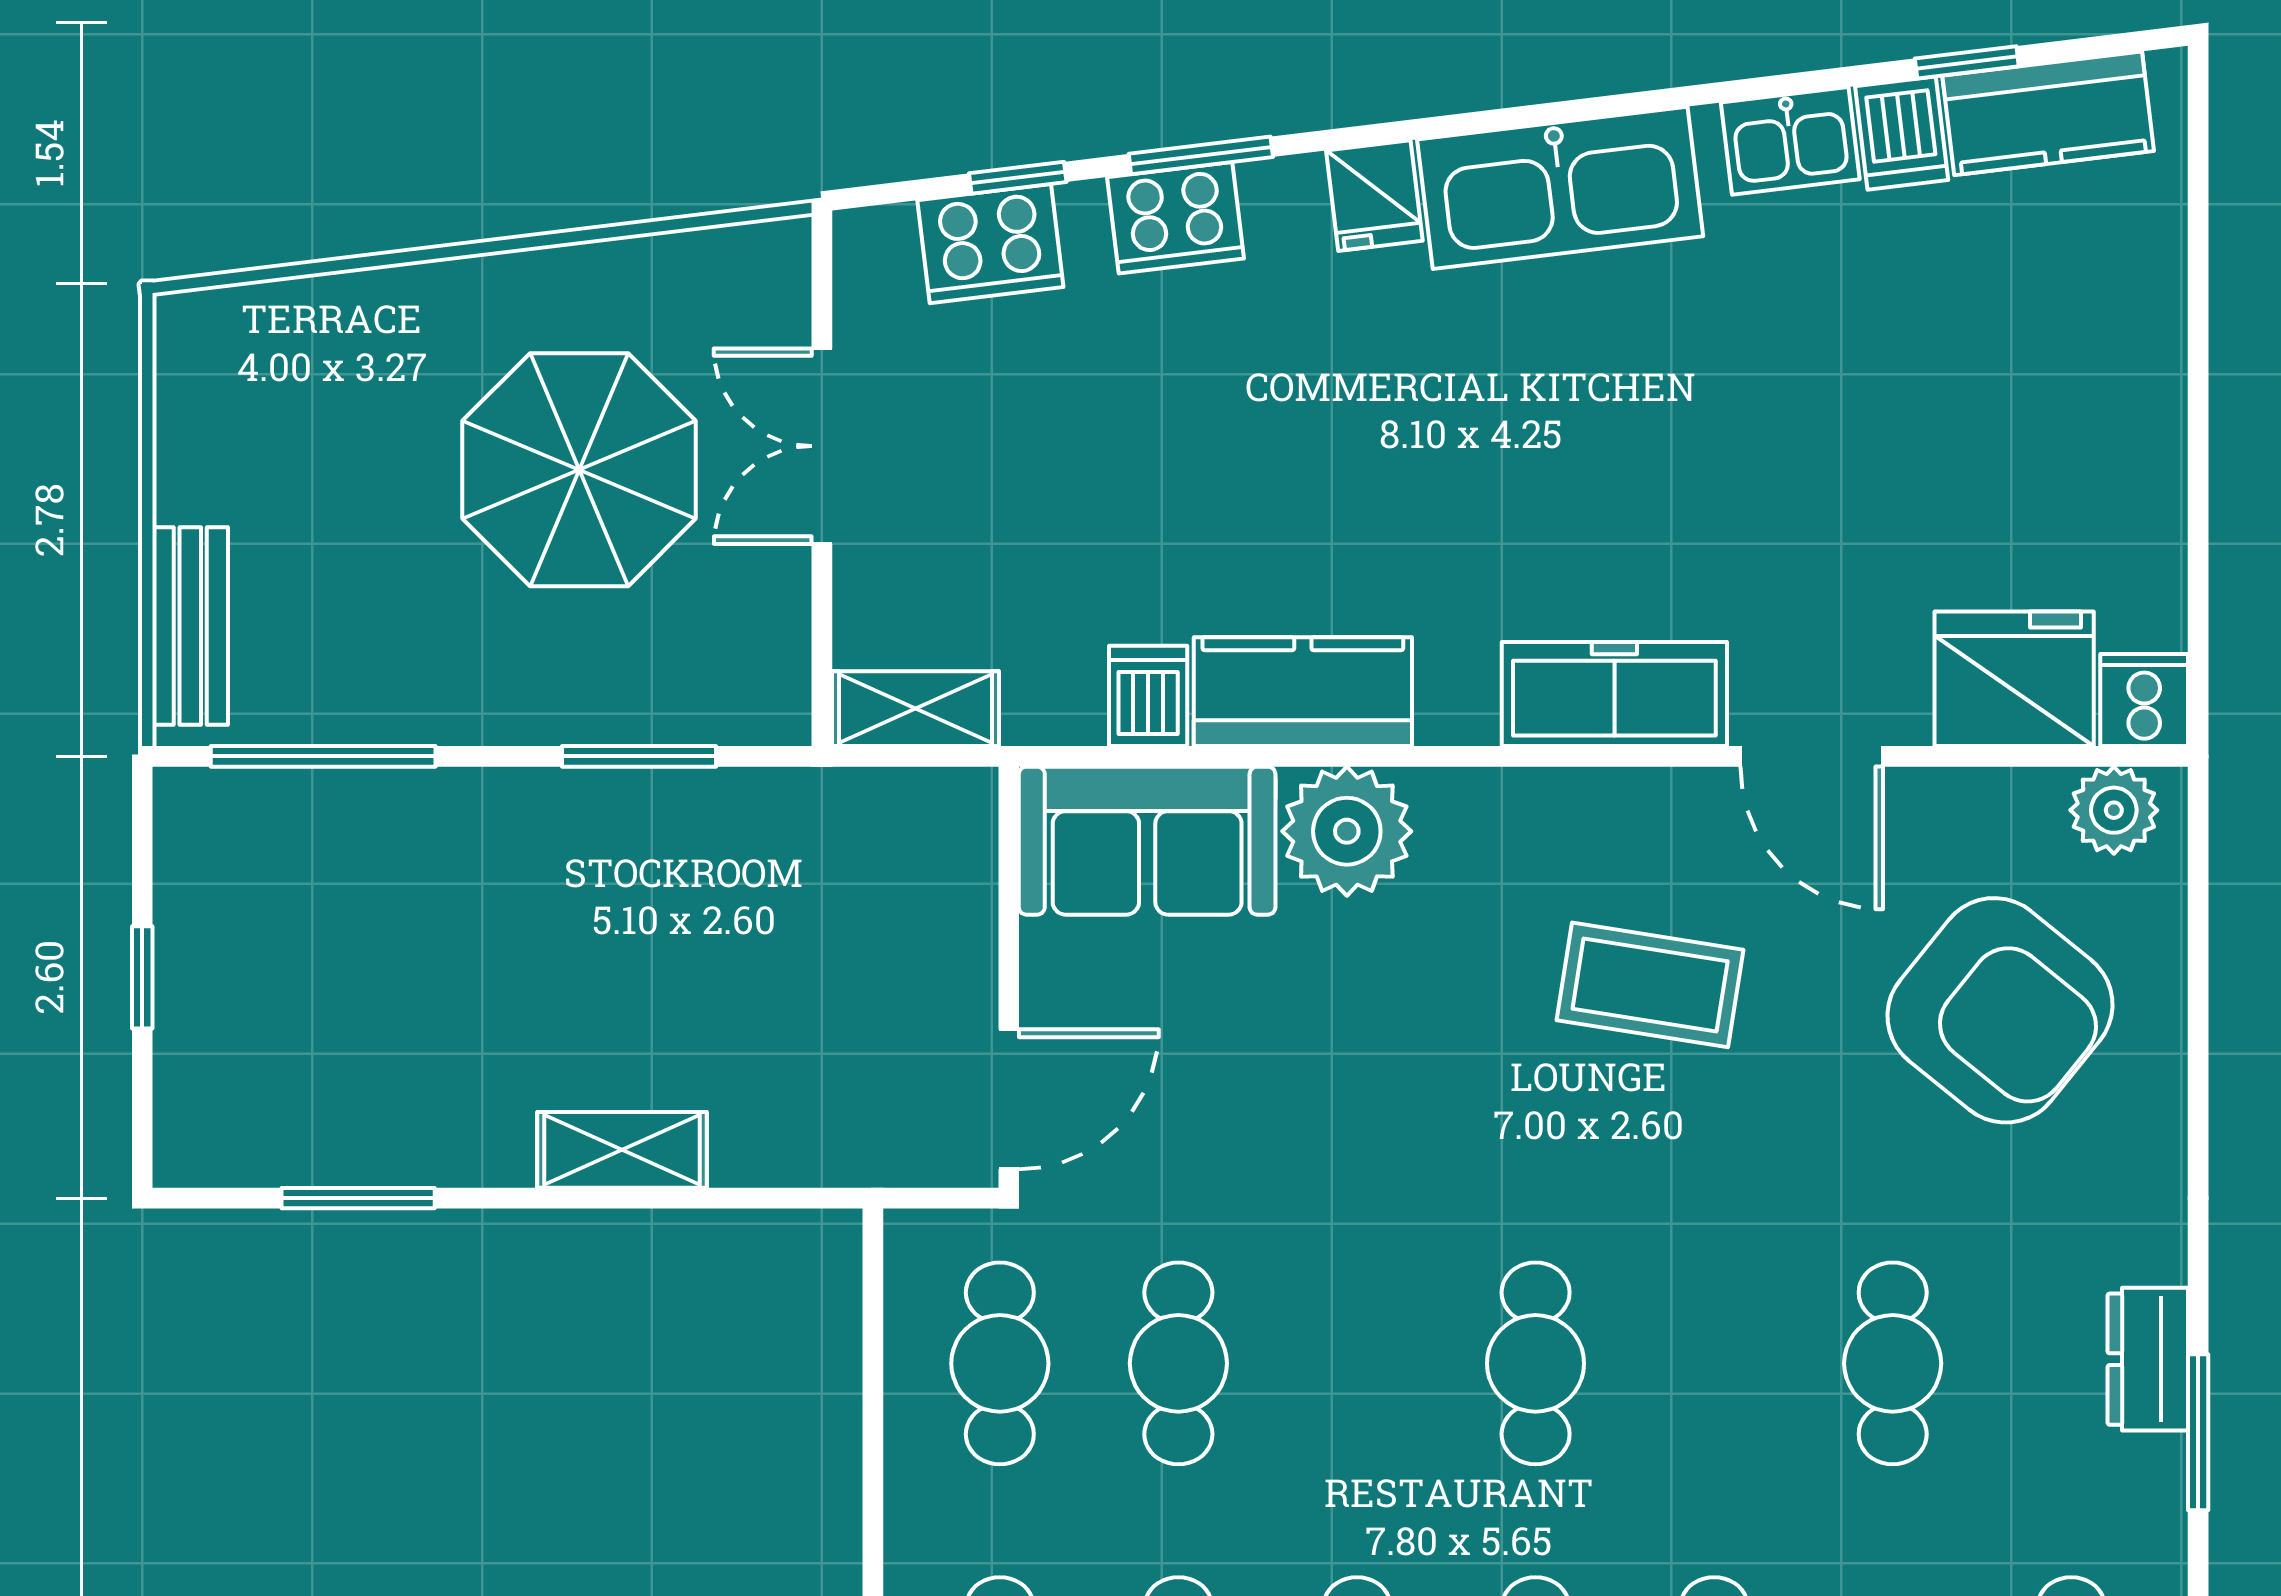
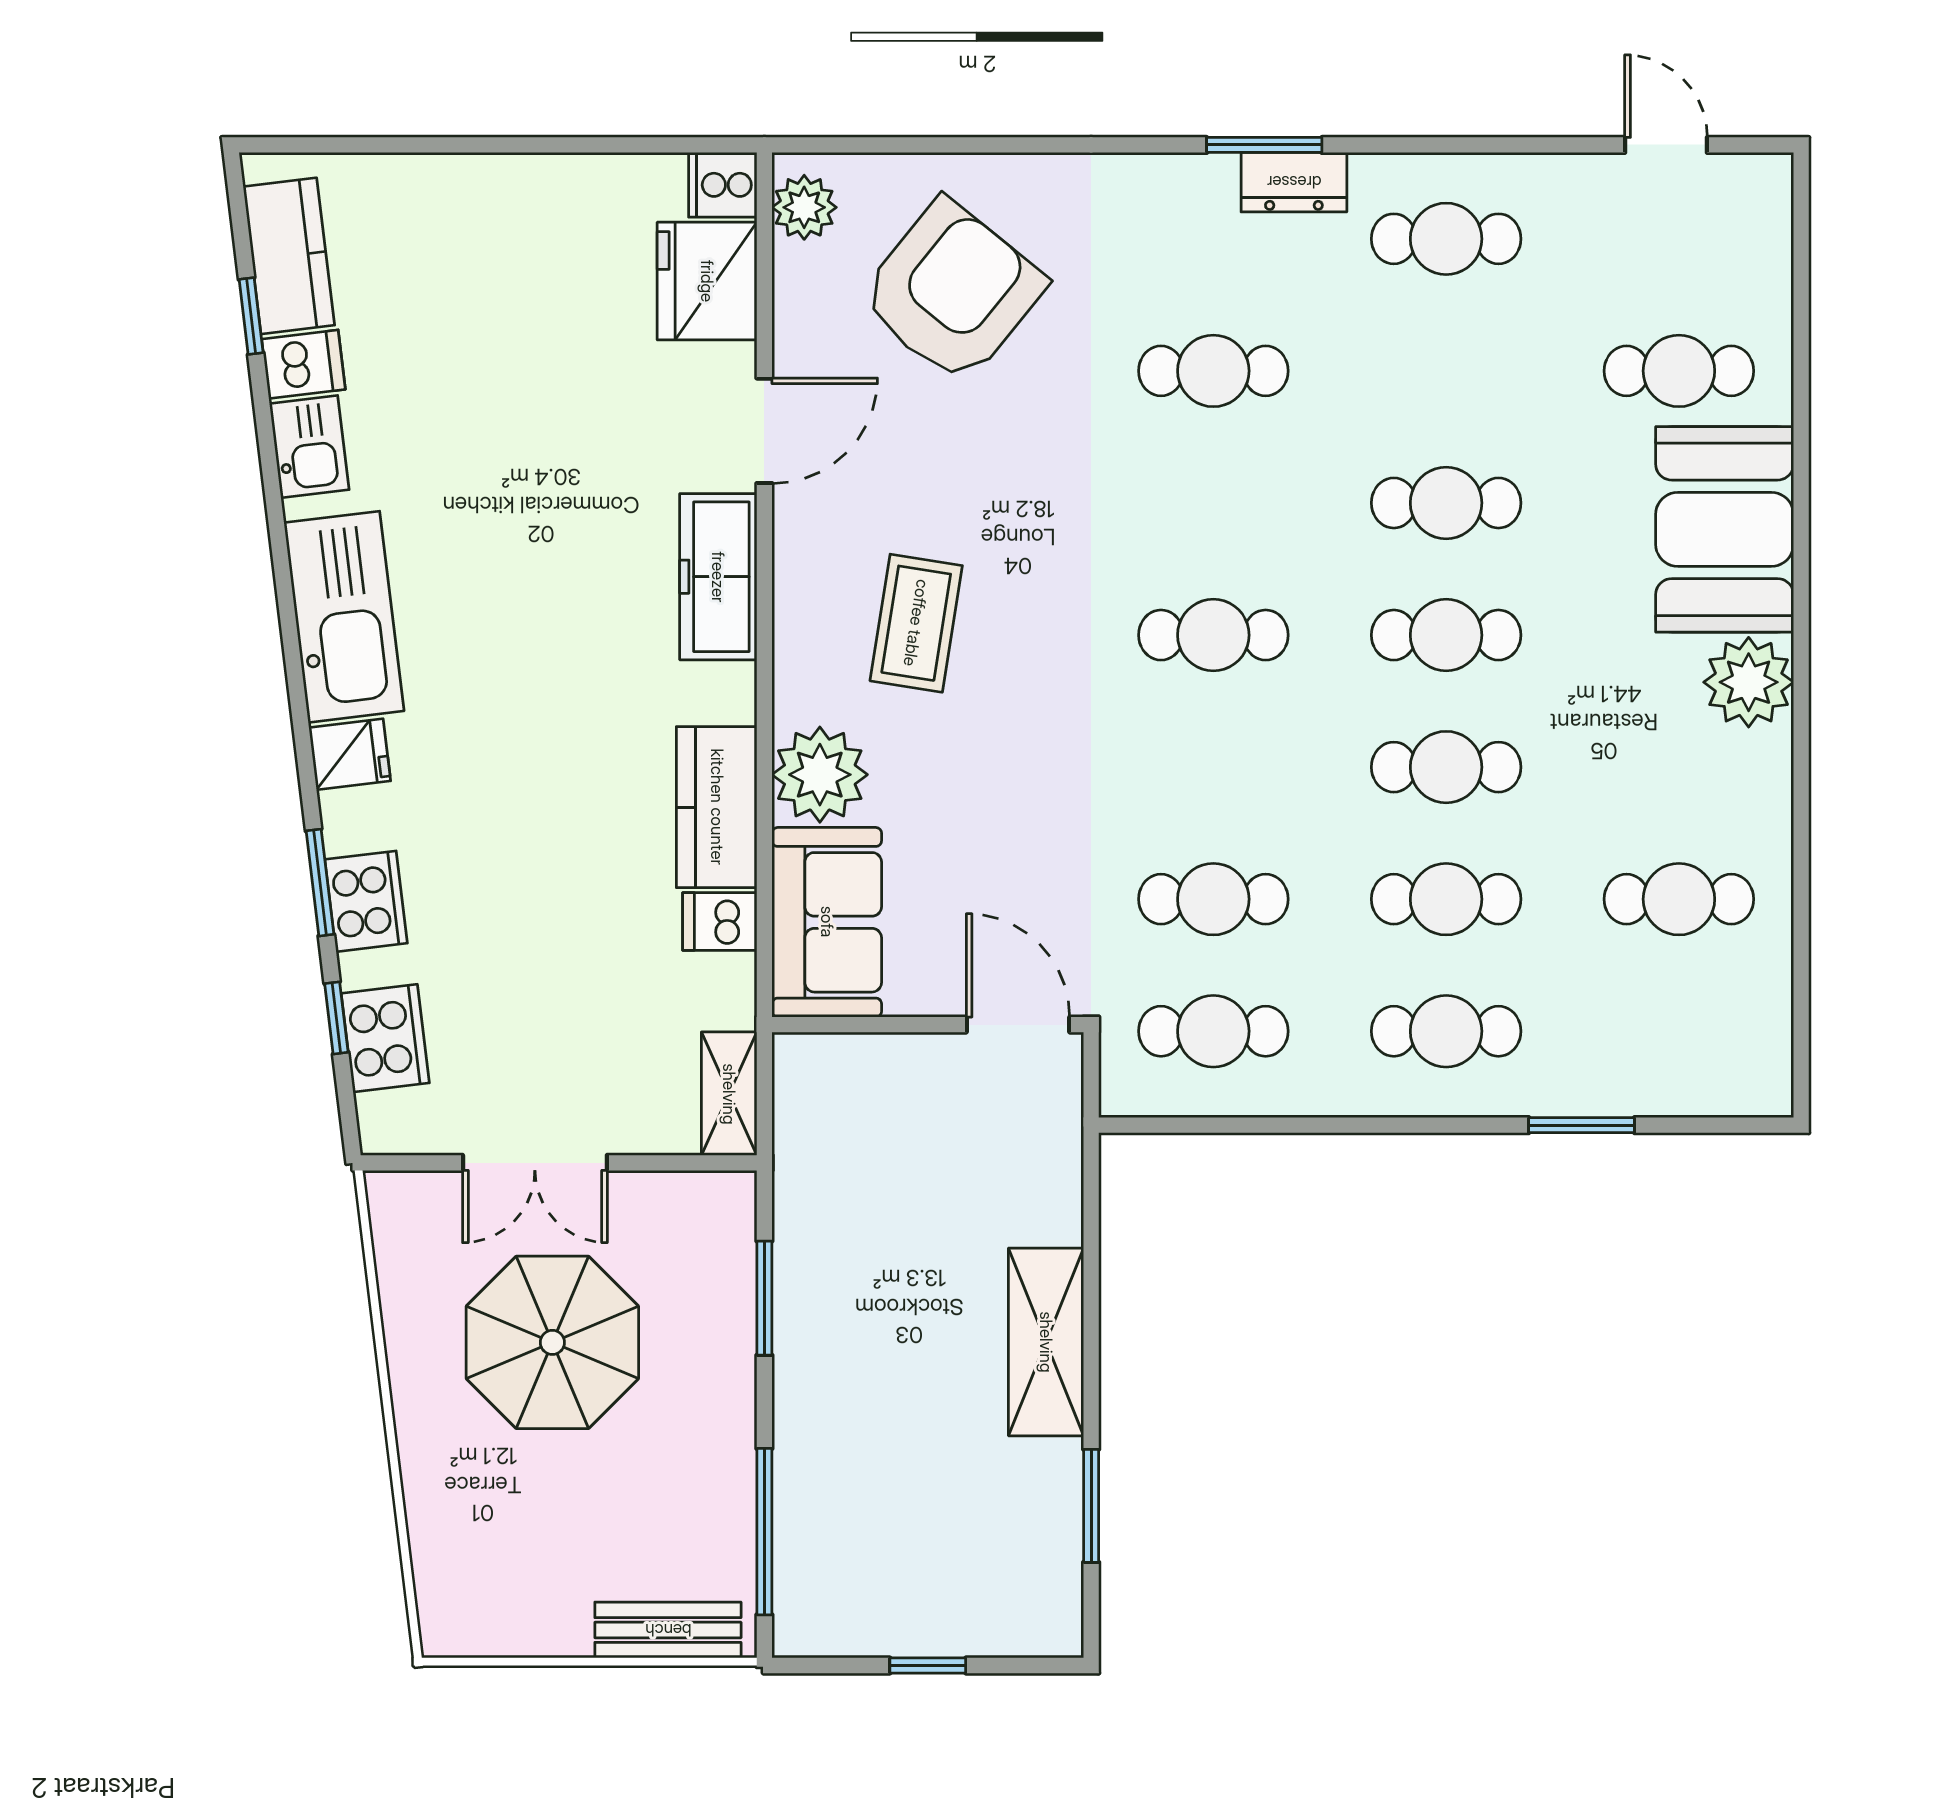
coffee table: (1650, 985) -> (916, 623), moved
shelving: (622, 1150) -> (1046, 1342), width x1.50, depth x1.33
dresser: (2148, 1359) -> (1294, 182), moved

